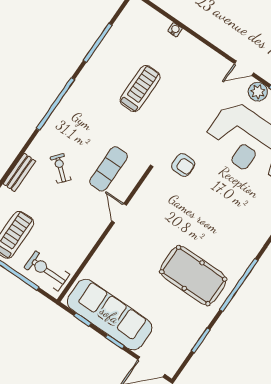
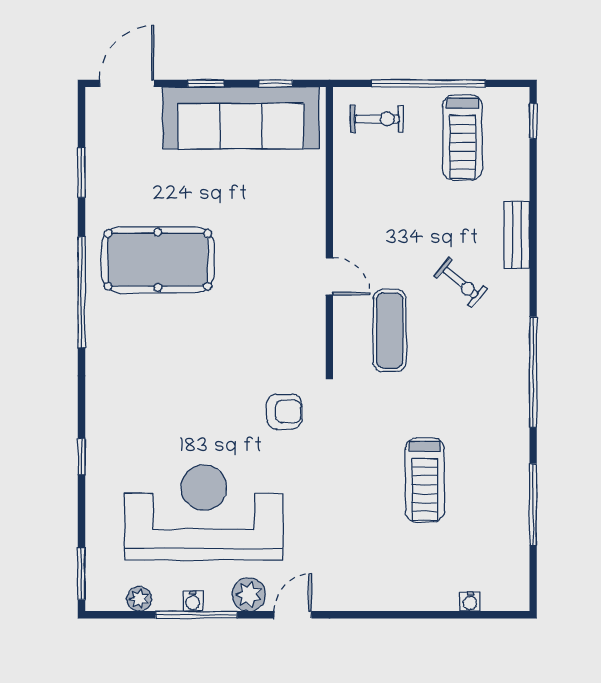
water cooler: (175, 30) -> (470, 602), moved
armchair: (183, 165) -> (284, 412), turned 180
exercise bike: (47, 271) -> (377, 119), width x0.73, depth x0.72

